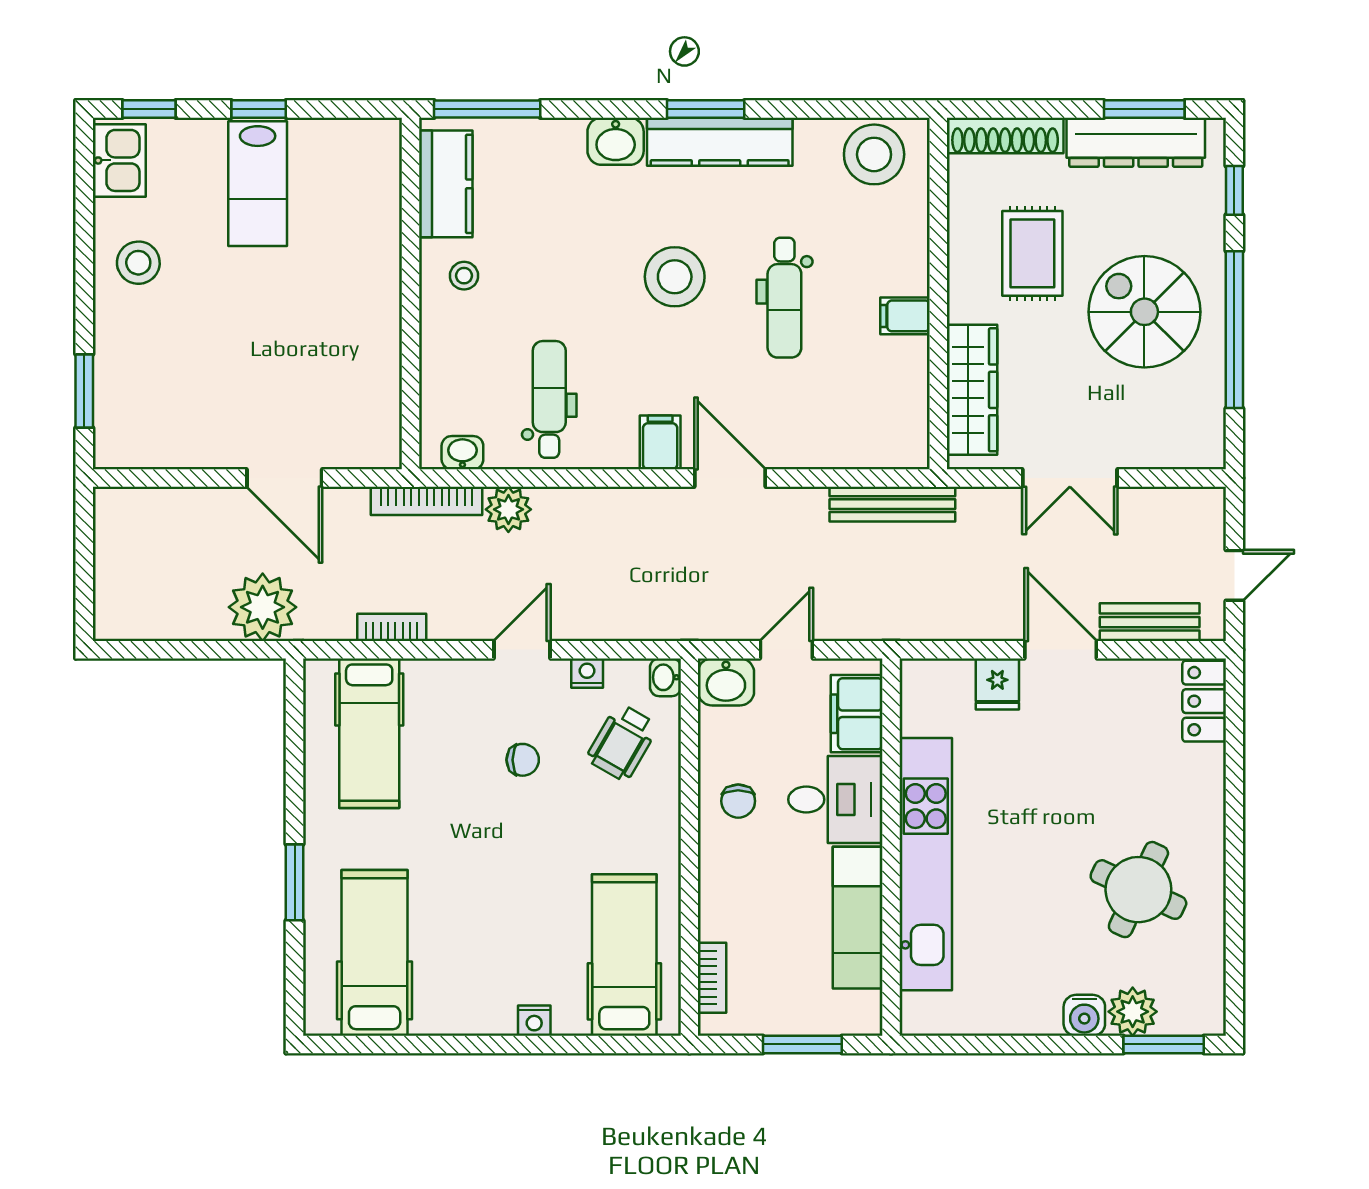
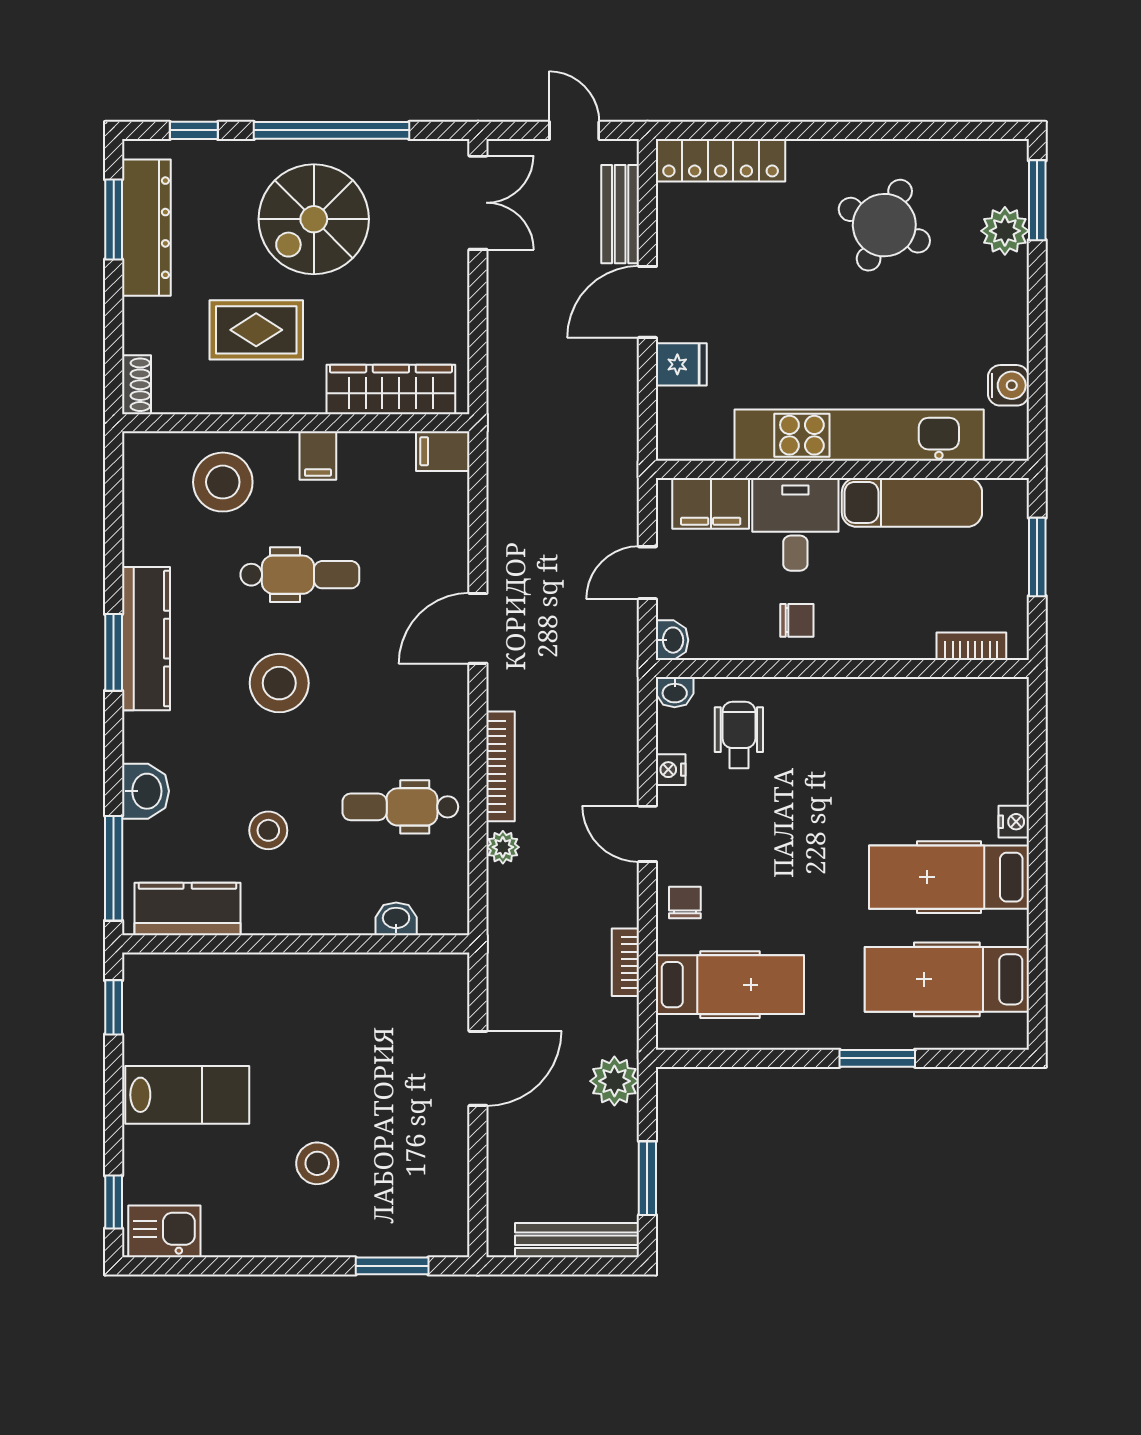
window: (259, 109) -> (114, 1007), moved
shoe rack: (1005, 136) -> (136, 385), width x0.51, depth x0.81
washbasin: (616, 141) -> (145, 791), moved
stool: (874, 154) -> (223, 482), moved
stool: (138, 263) -> (317, 1163), moved
stool: (464, 276) -> (268, 830), moved, width x1.37, depth x1.37
filing cabinet: (660, 442) -> (443, 451), moved
washbasin: (462, 453) -> (396, 919), moved, turned 90
double door: (1070, 478) -> (478, 203), moved
bookcase: (427, 501) -> (501, 766), moved
bench: (892, 504) -> (577, 1240), moved, turned 90
plant: (508, 509) -> (503, 847), width x0.73, depth x0.73
plant: (263, 607) -> (614, 1081), width x0.73, depth x0.73
window: (173, 650) -> (647, 1178), added
door: (786, 650) -> (647, 573), hinge flipped
washbasin: (726, 682) -> (672, 640), width x0.72, depth x0.69
locker: (1204, 701) -> (721, 160), width x1.53
wheelchair: (622, 742) -> (739, 735), turned -120
chair: (523, 760) -> (685, 902), moved
hospital bed: (624, 955) -> (949, 877), moved
water cooler: (1084, 1015) -> (1008, 385), moved

